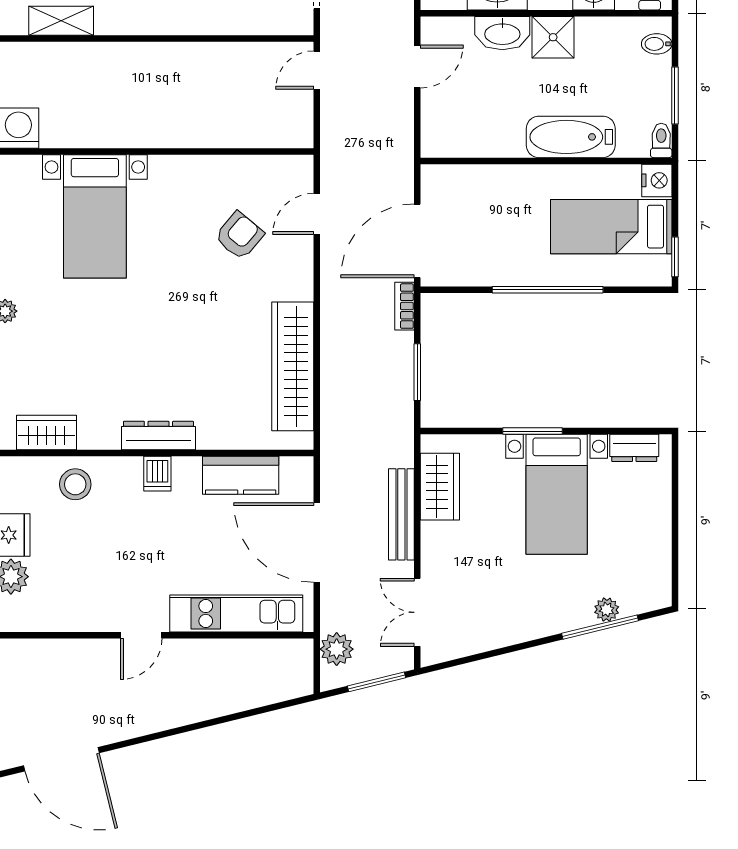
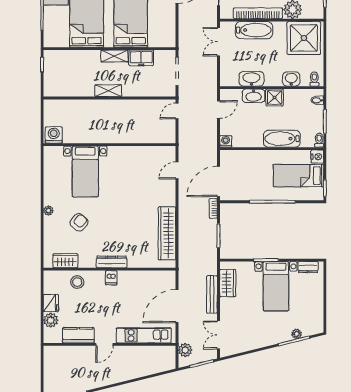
shelving: (61, 21) -> (108, 91), moved
washing machine: (435, 143) -> (226, 141), added
armchair: (239, 236) -> (79, 222), moved
kitchen counter: (241, 475) -> (78, 335), moved, turned 180
door: (317, 543) -> (177, 306), hinge flipped

